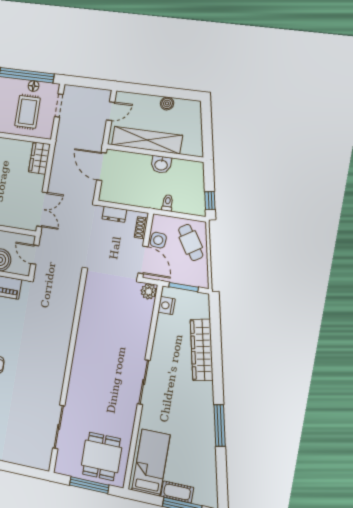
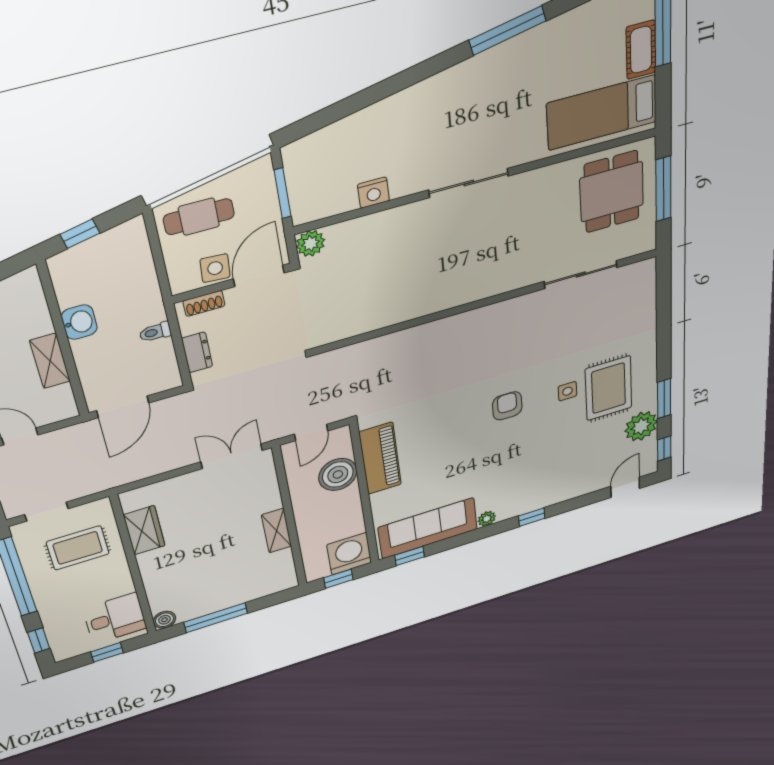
floor lamp: (34, 86) -> (30, 560), removed
shelving: (147, 140) -> (50, 361), width x0.45, depth x0.75
wardrobe: (39, 158) -> (144, 530), moved, turned -90
window: (210, 201) -> (80, 234), moved
toilet: (167, 203) -> (155, 332), moved
cafe table: (191, 242) -> (199, 217), turned 33
nightstand: (167, 306) -> (373, 193), moved
wardrobe: (202, 350) -> (383, 117), removed
dining table: (101, 456) -> (612, 192), turned 90

